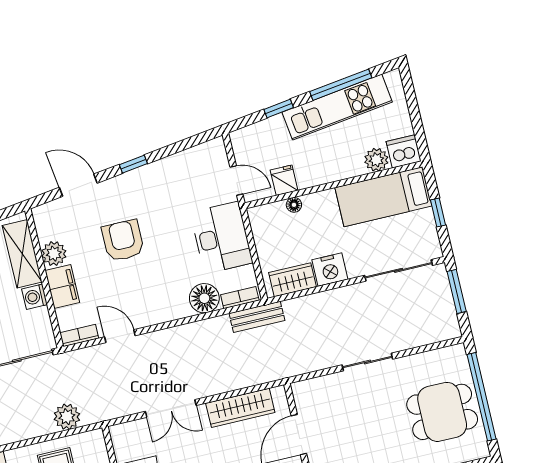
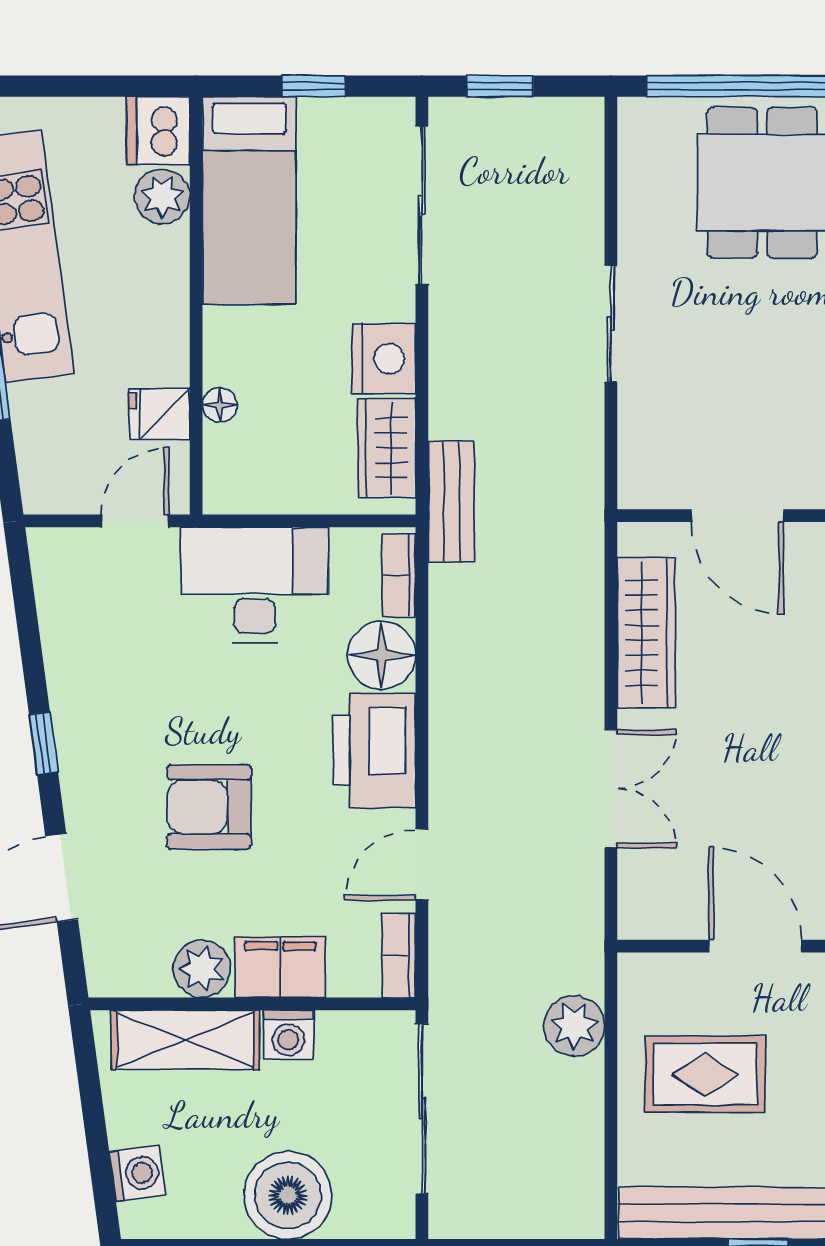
window: (457, 291) -> (500, 86), width x0.67
printer: (163, 305) -> (374, 751), added
bench: (257, 317) -> (451, 502), moved

